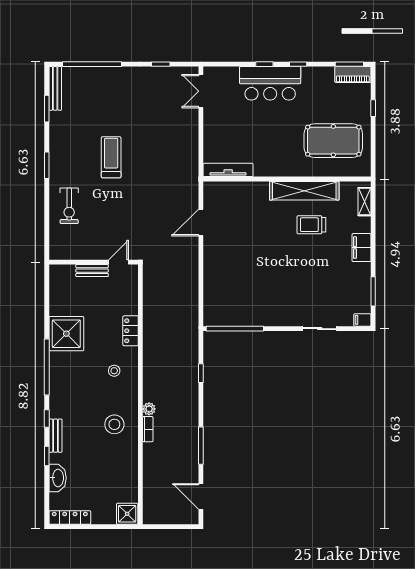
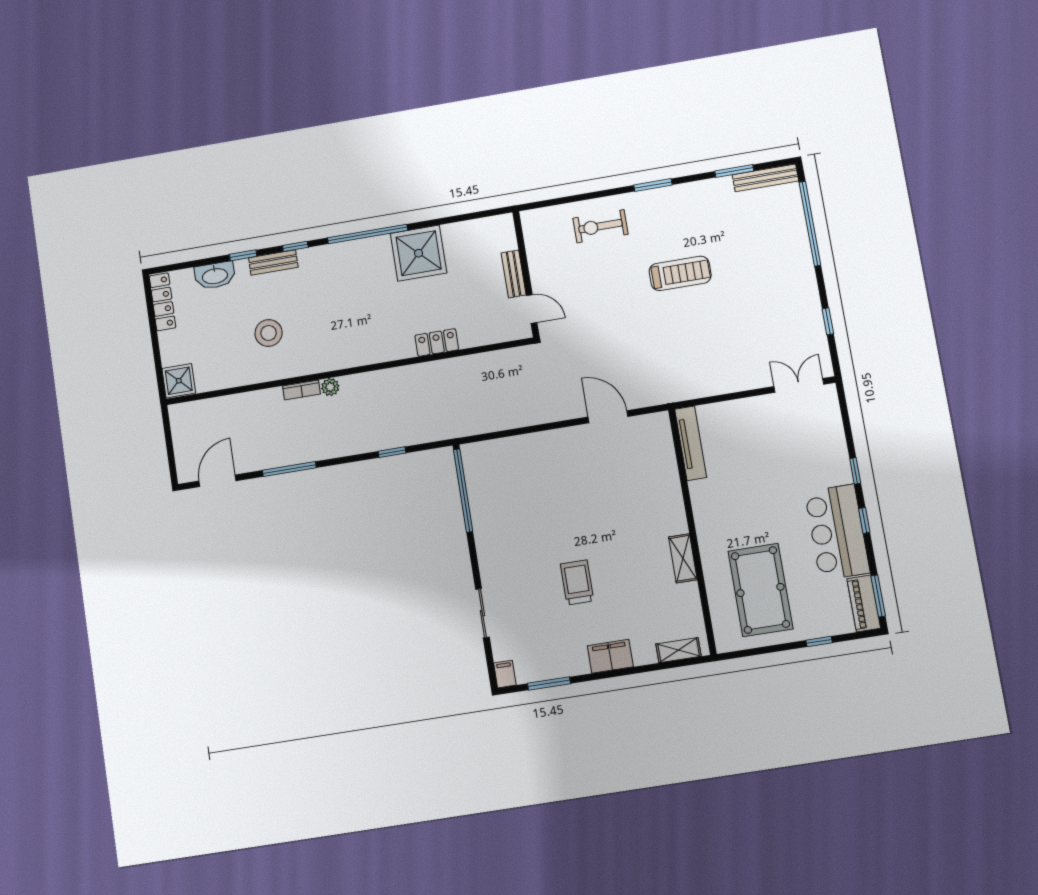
bar counter: (270, 83) -> (837, 532), moved
shelving: (304, 191) -> (683, 558), width x0.45, depth x0.75
trolley: (311, 225) -> (577, 582), moved
stool: (114, 371) -> (377, 329), removed
stool: (114, 424) -> (269, 333), moved

